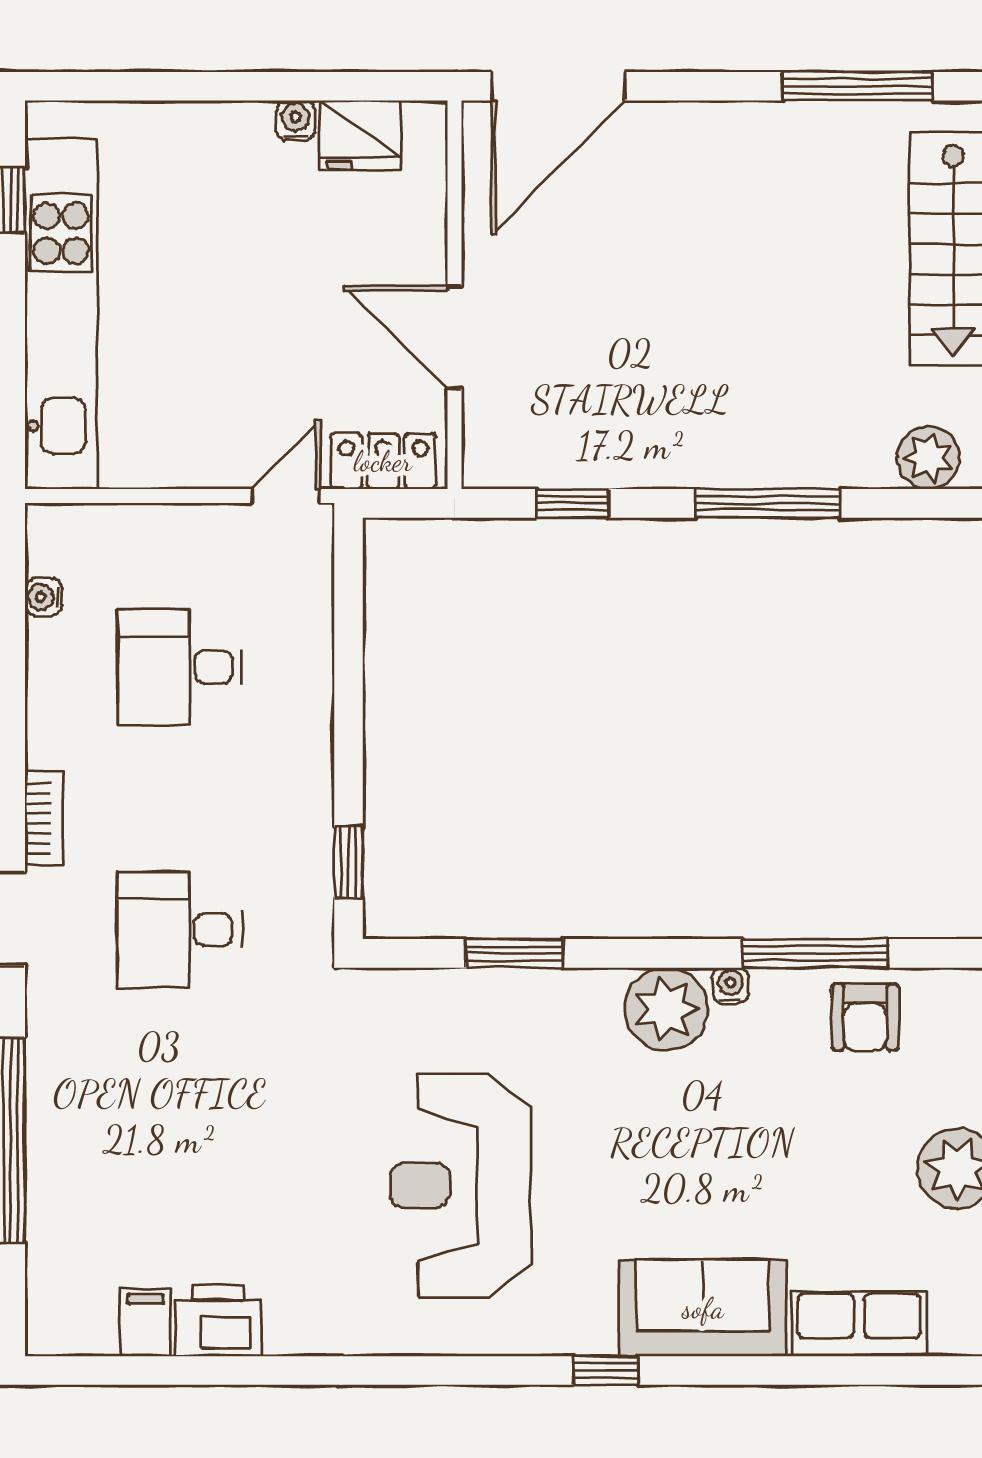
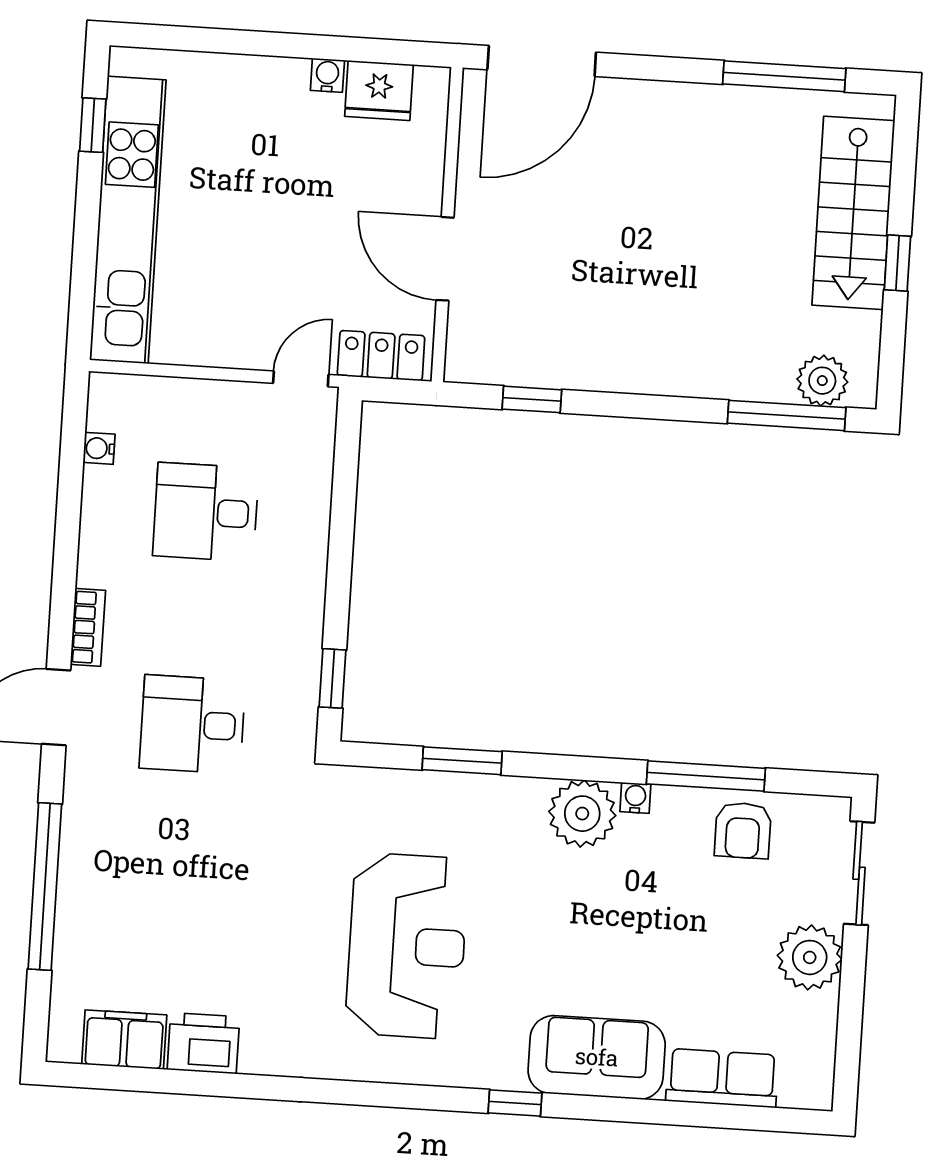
window: (768, 503) -> (787, 415), moved
reception desk: (461, 1185) -> (407, 946), turned 180
filing cabinet: (146, 1323) -> (124, 1040), width x2.00

